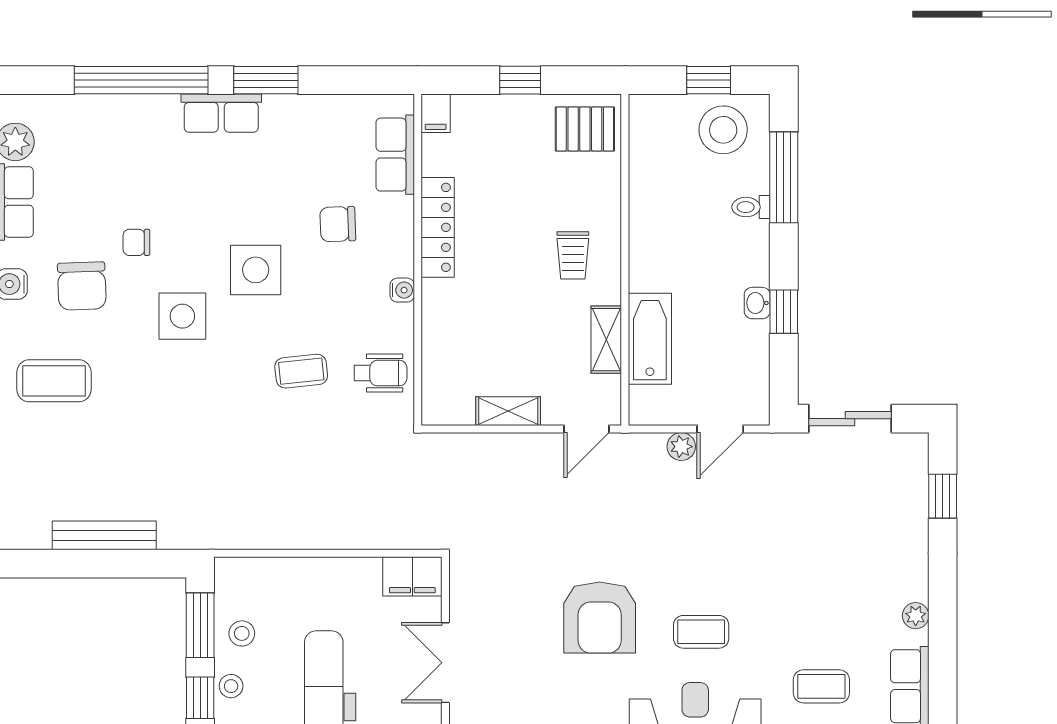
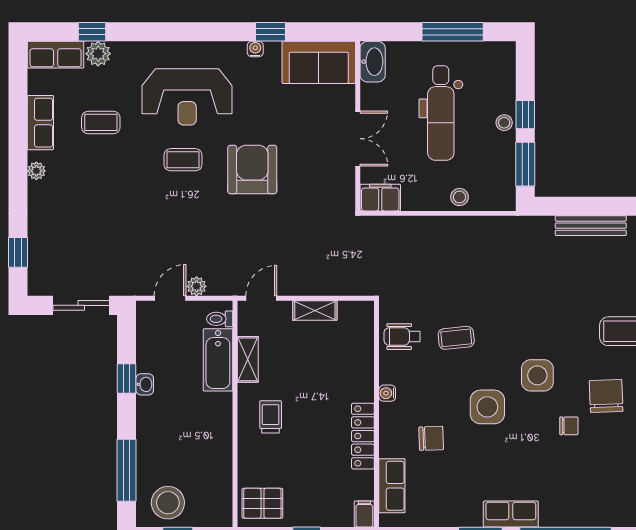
toilet: (751, 207) -> (220, 319), moved, turned 180
stool: (242, 633) -> (459, 197), moved

